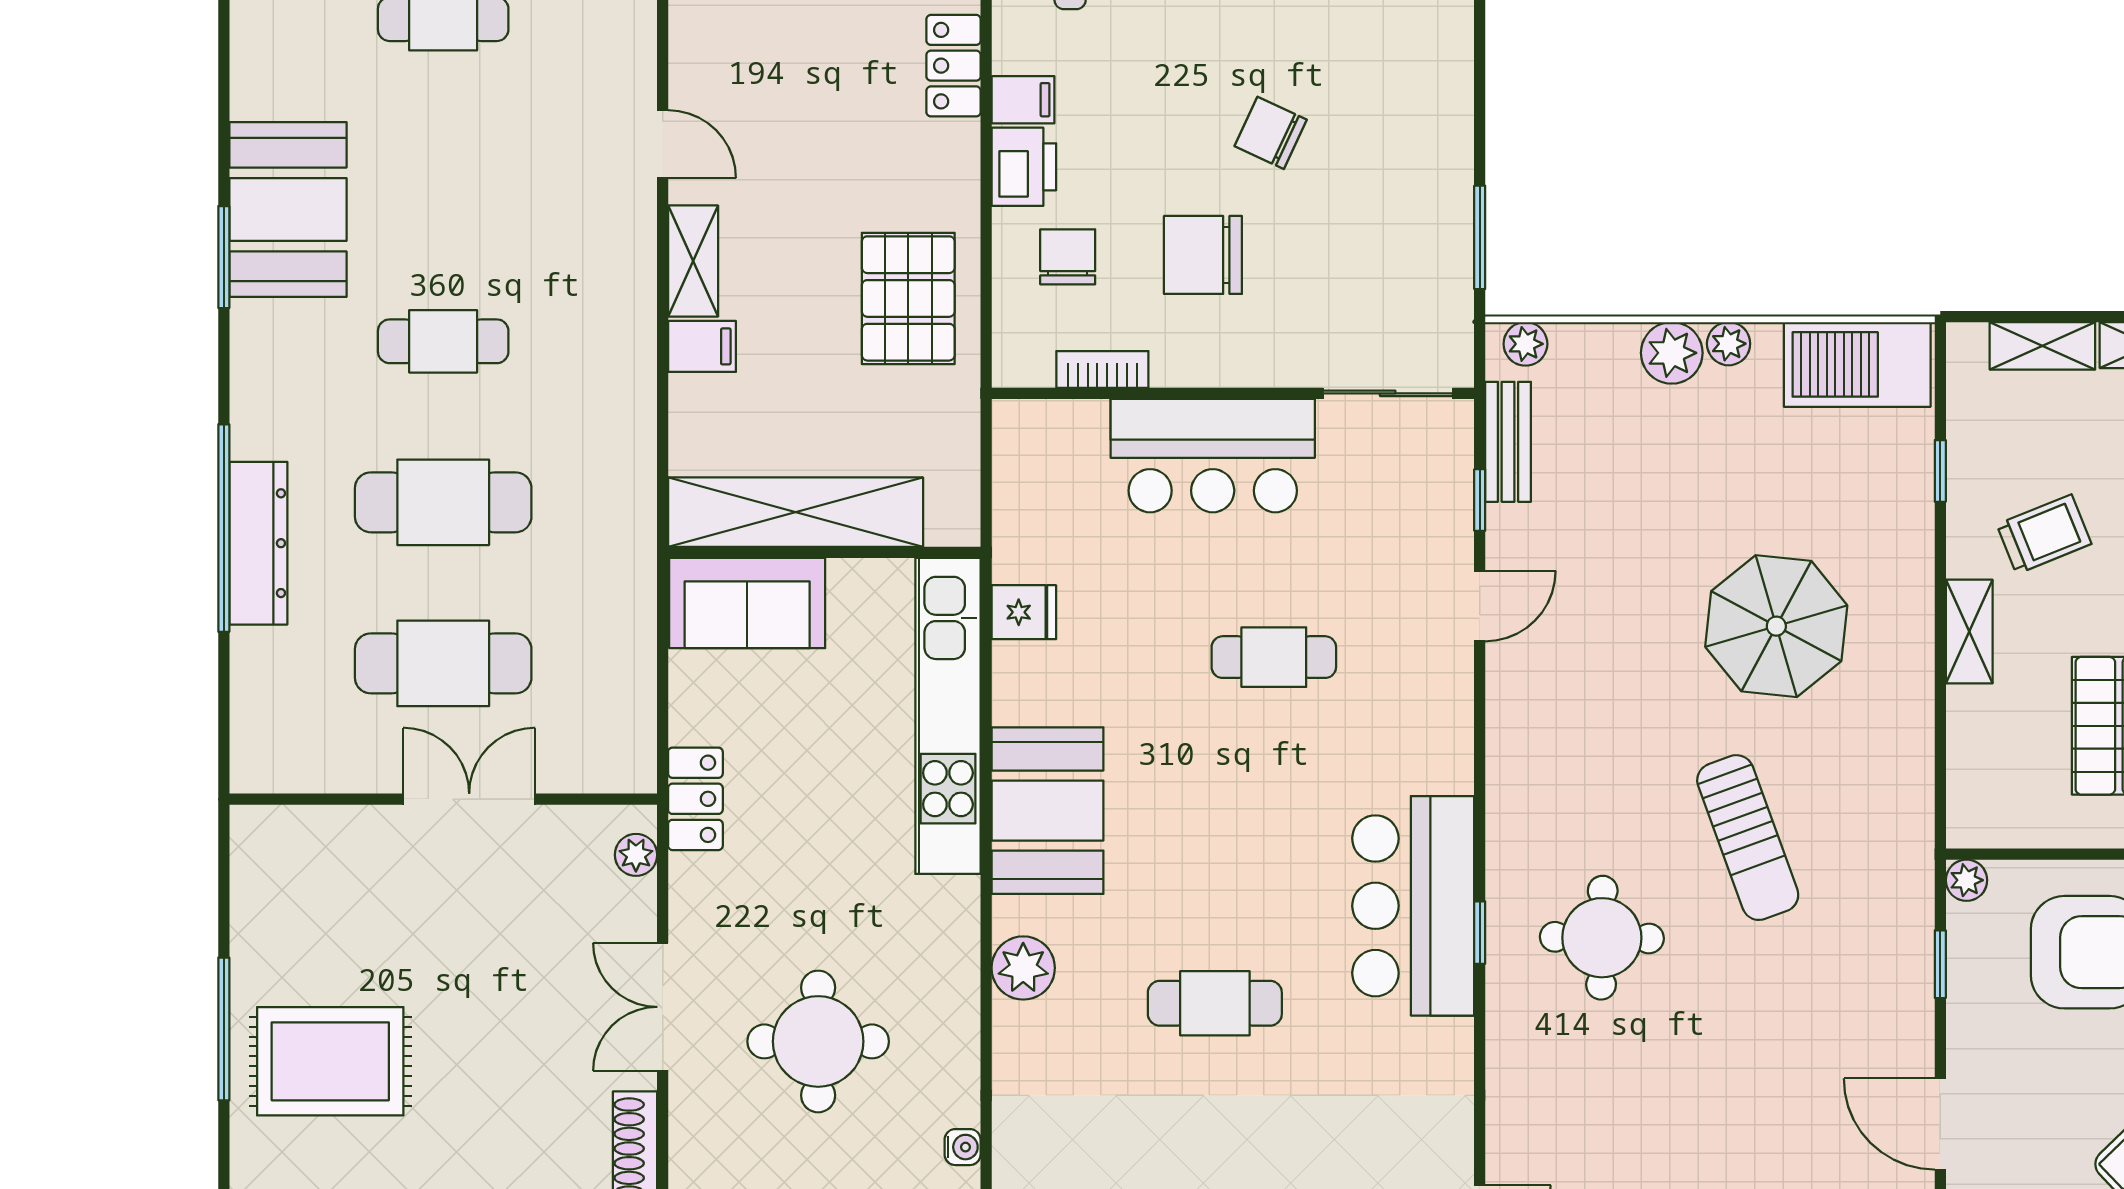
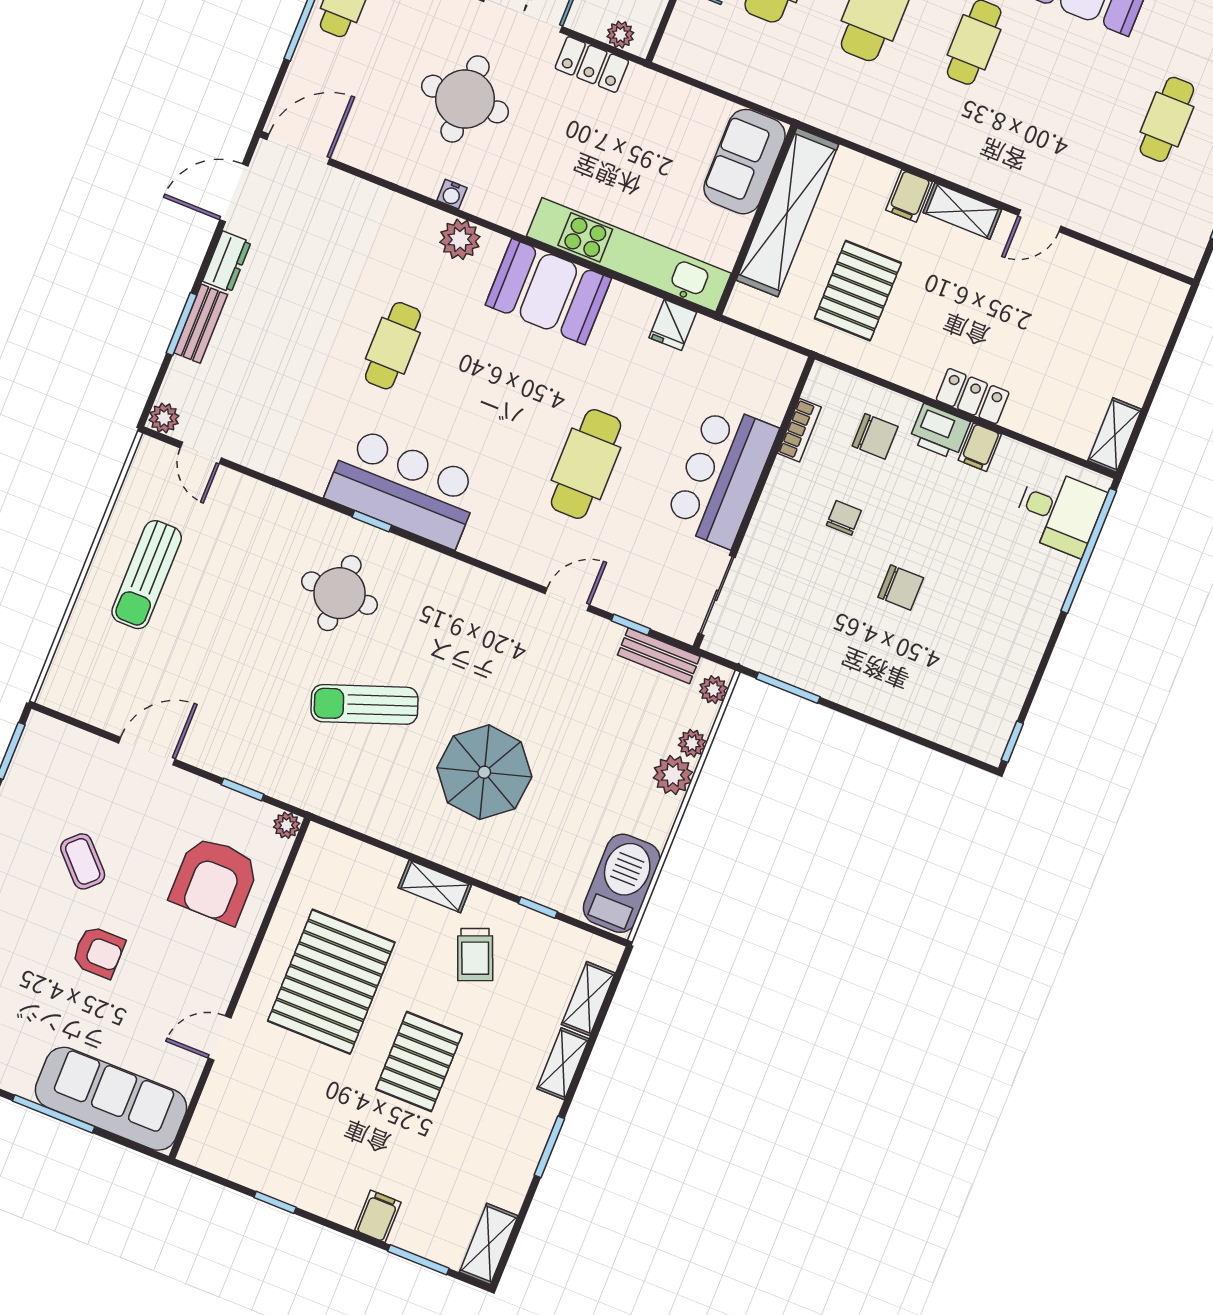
locker: (954, 66) -> (973, 396), moved
chair: (1271, 133) -> (901, 588), turned 65
chair: (1203, 255) -> (844, 518), width x0.54, depth x0.54
pallet: (908, 298) -> (858, 291), moved, turned 90
plant: (1729, 344) -> (692, 743), moved
door: (1480, 606) -> (567, 599), swing flipped
cafe table: (1274, 657) -> (586, 464), width x1.37, depth x1.35
locker: (695, 799) -> (592, 65), moved
water cooler: (963, 1147) -> (452, 194), moved

